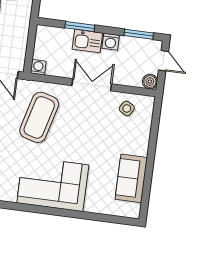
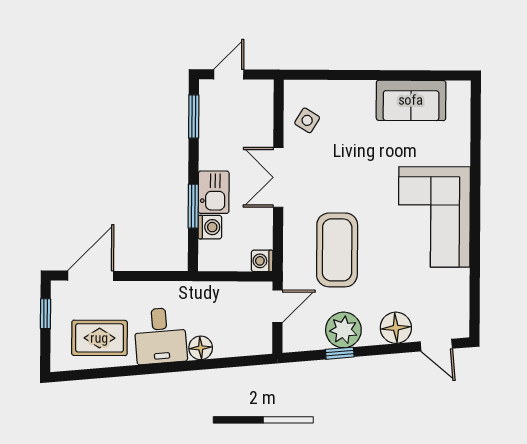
washing machine: (111, 42) -> (210, 227), moved
boiler: (150, 82) -> (262, 91), removed
coffee table: (39, 117) -> (337, 250), turned 75

